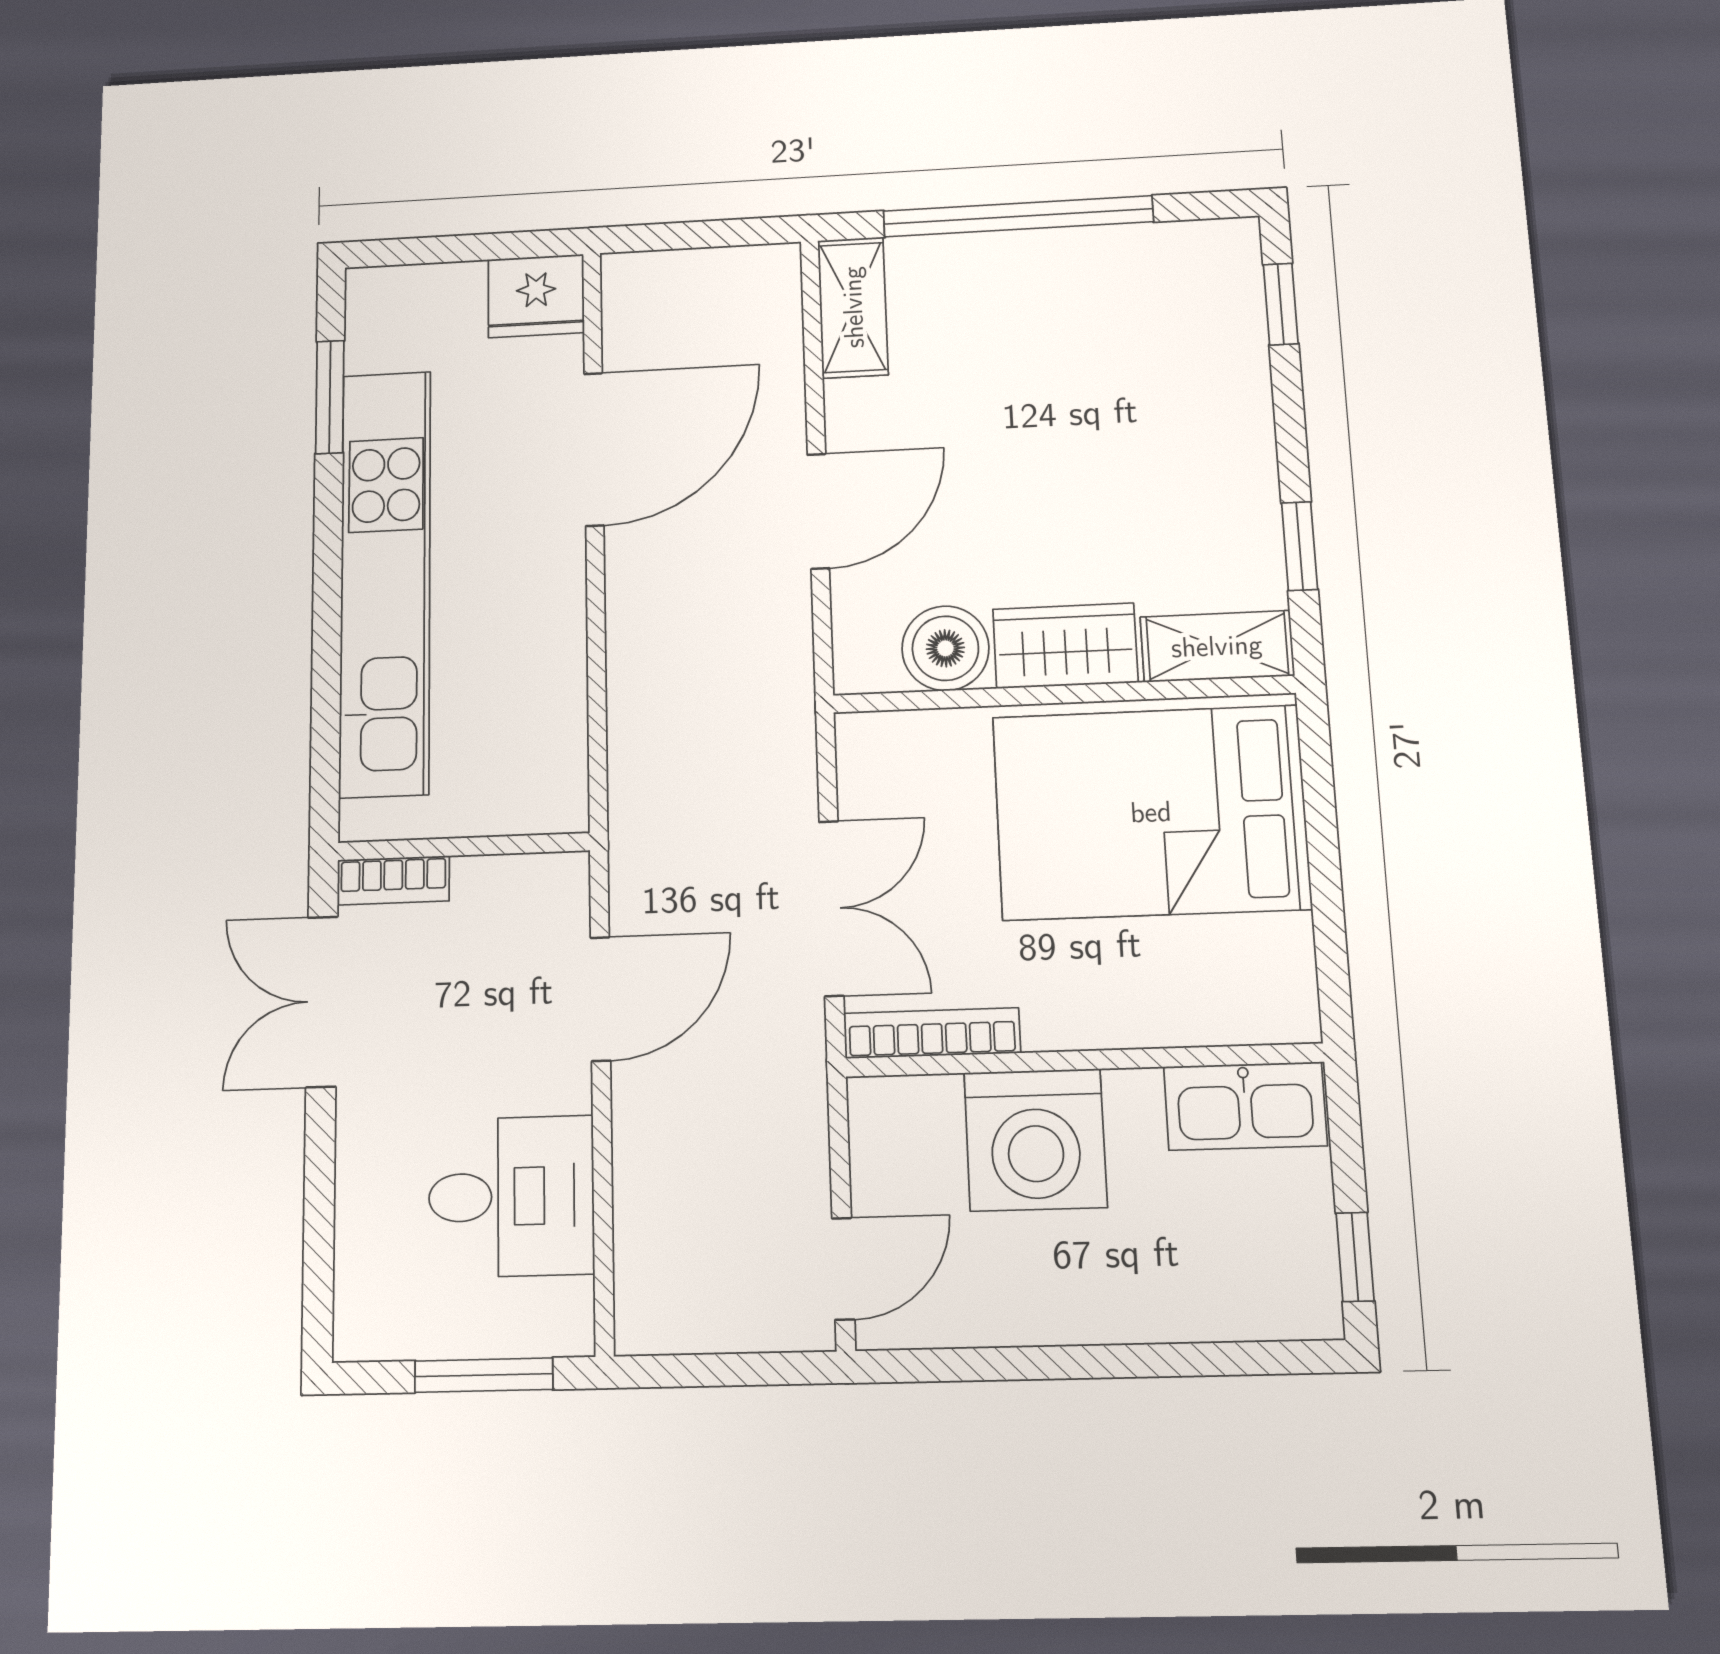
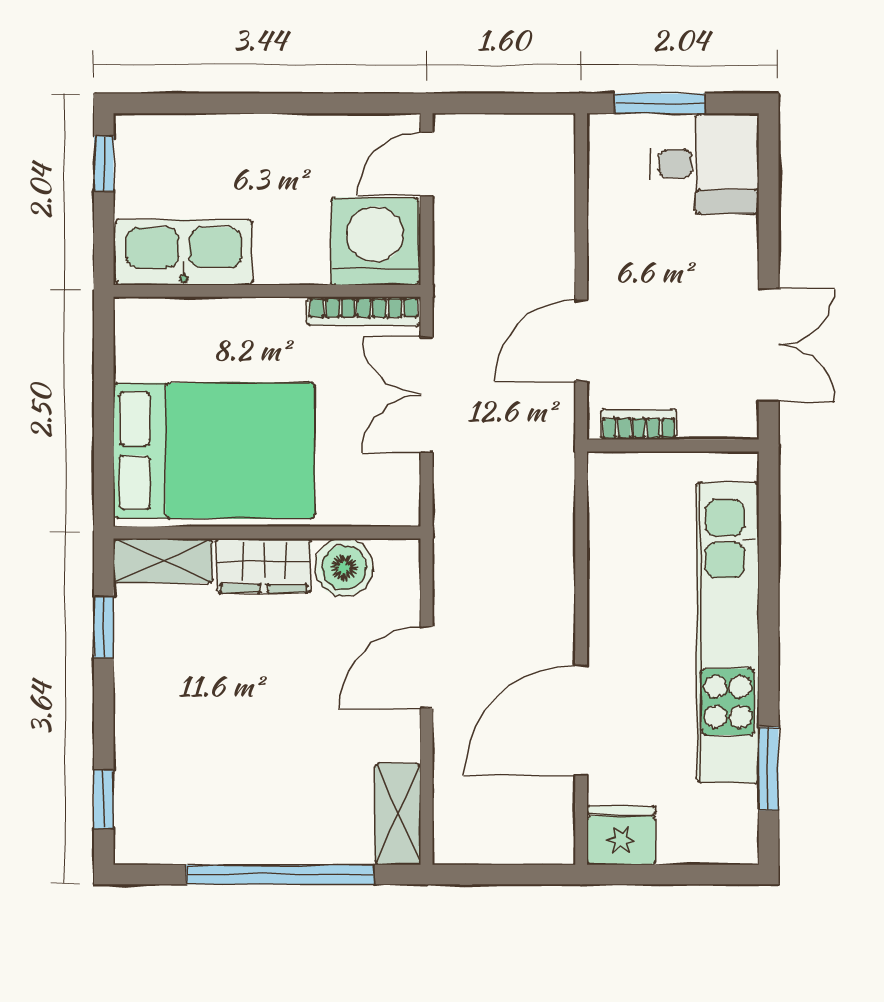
bookcase: (393, 880) -> (639, 424), moved
kitchen sink: (1245, 1106) -> (184, 252), width x1.36, depth x1.24
washing machine: (1035, 1140) -> (375, 241), moved
desk: (511, 1196) -> (705, 163), moved, turned 180

